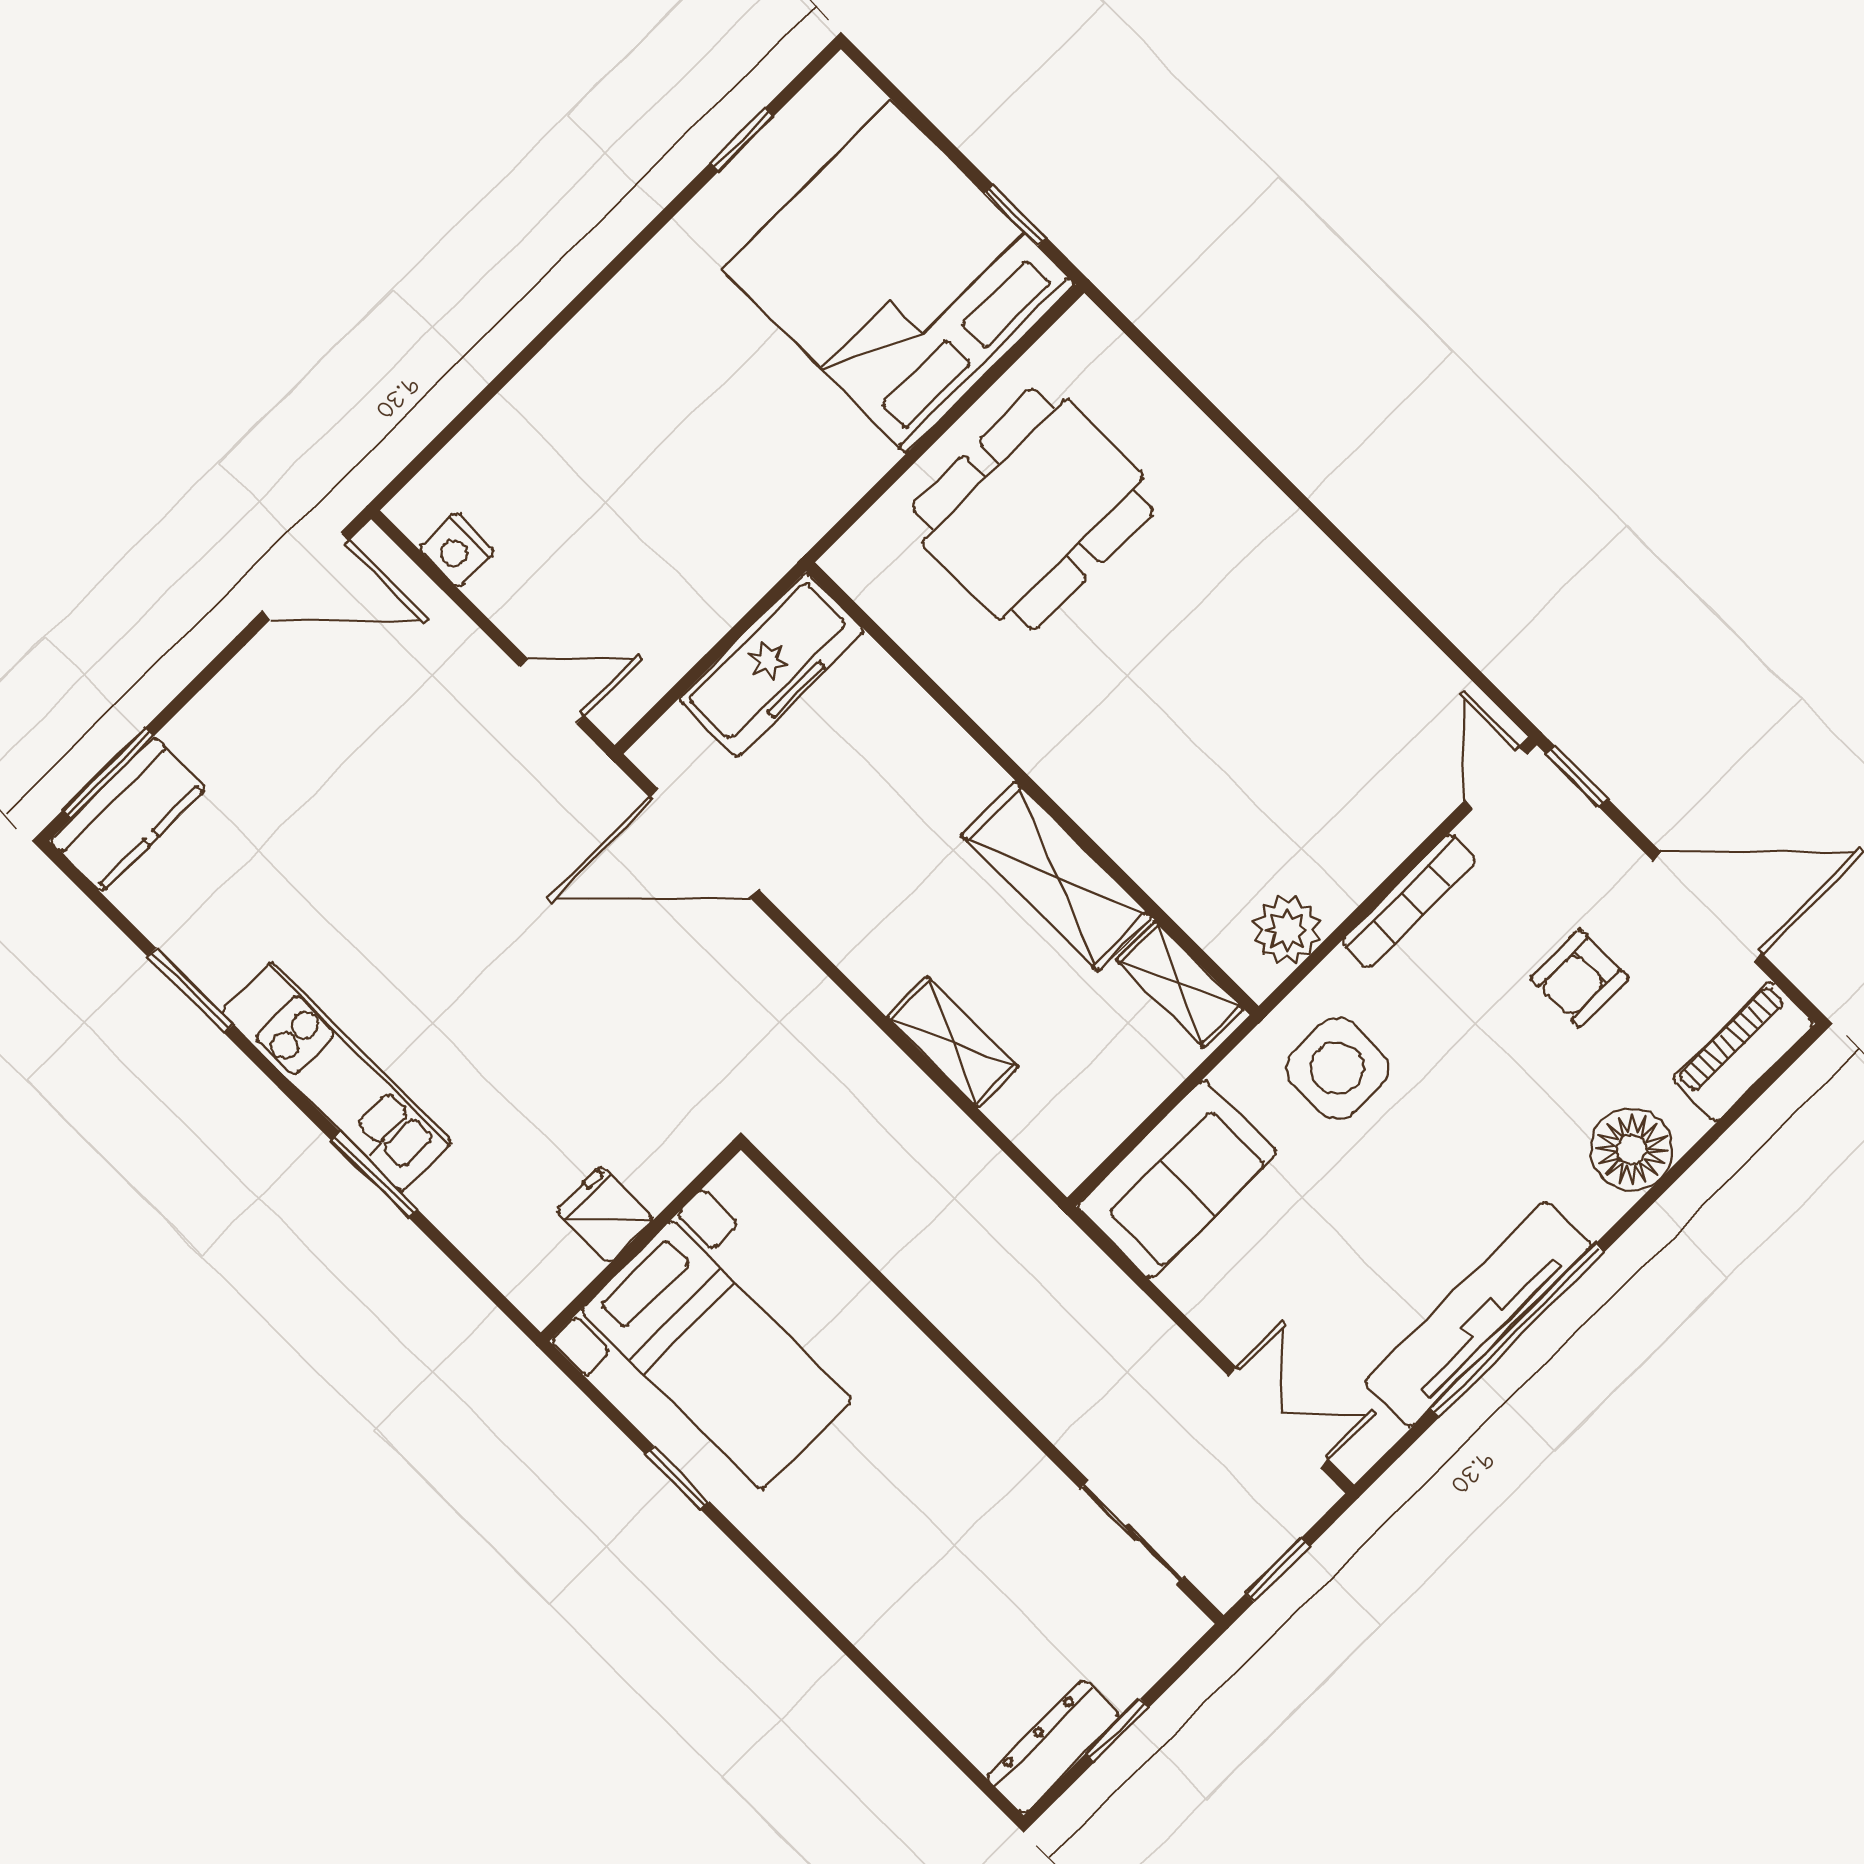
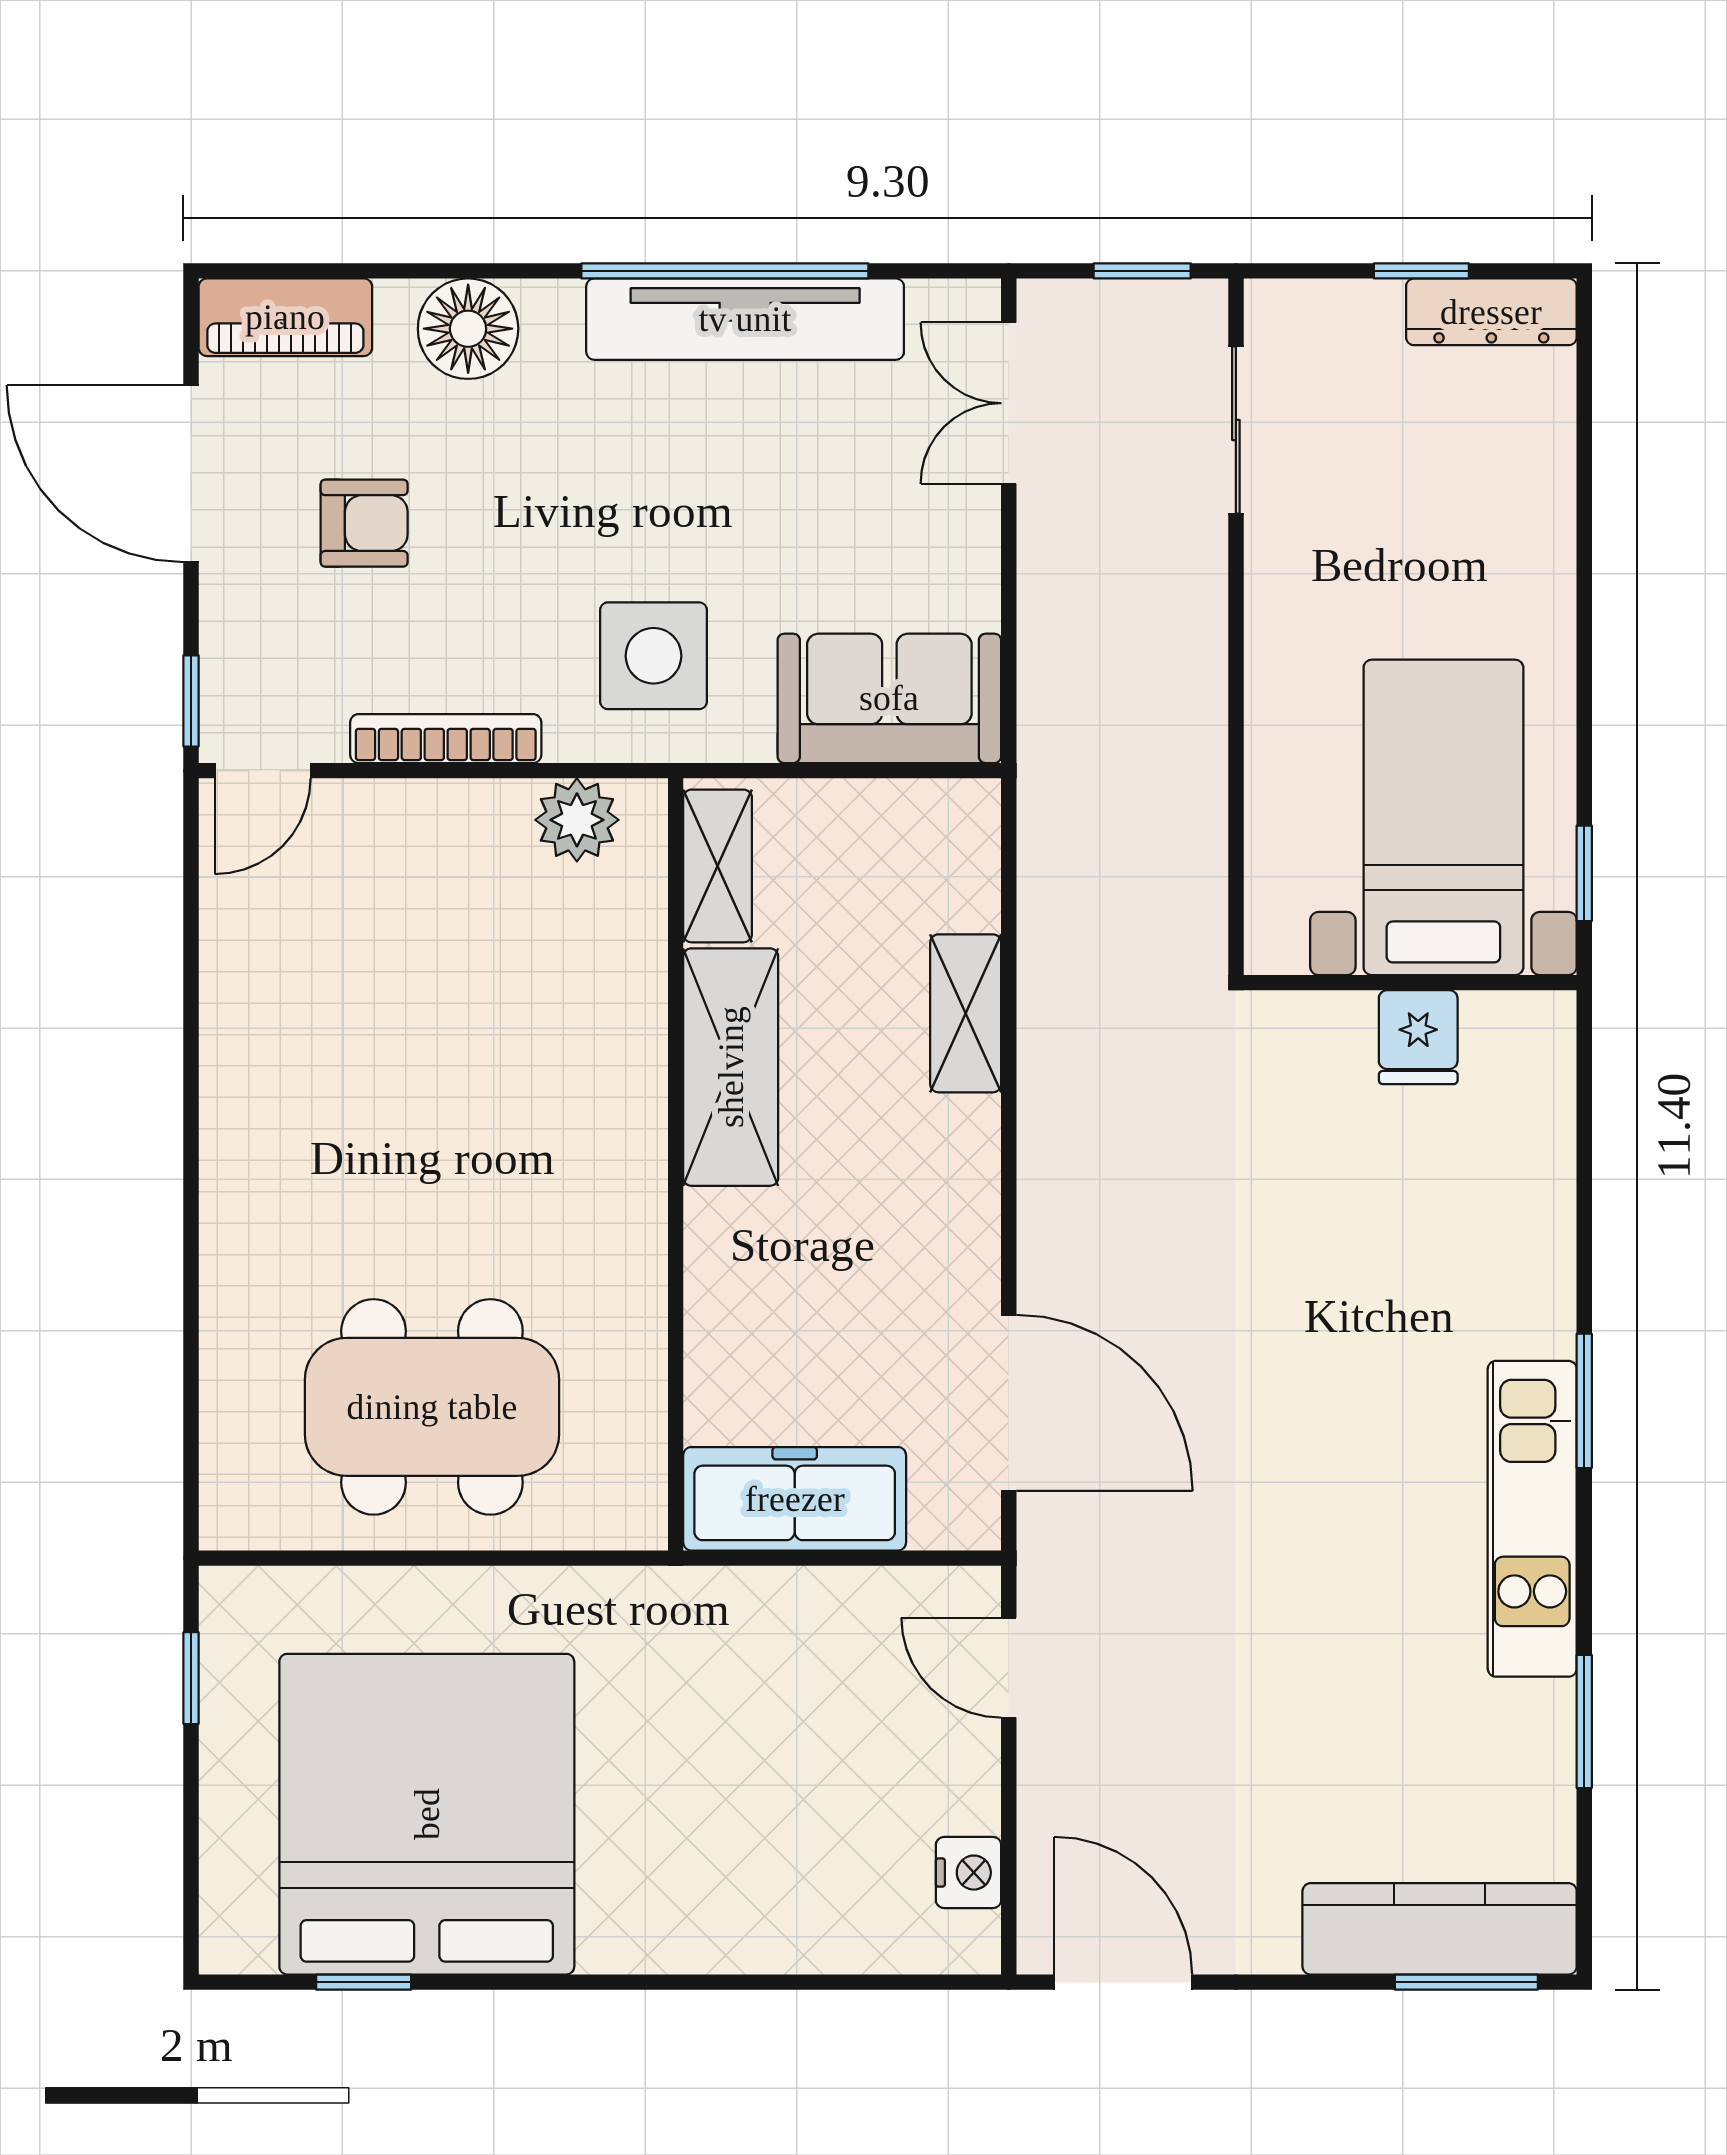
bed: (899, 277) -> (427, 1814), moved, turned 180
kitchen counter: (128, 815) -> (1440, 1929), width x1.50
fridge: (605, 1214) -> (1418, 1037), moved
wall: (641, 1241) -> (1410, 983), moved
bed with nightstands: (717, 1355) -> (1443, 817), moved

